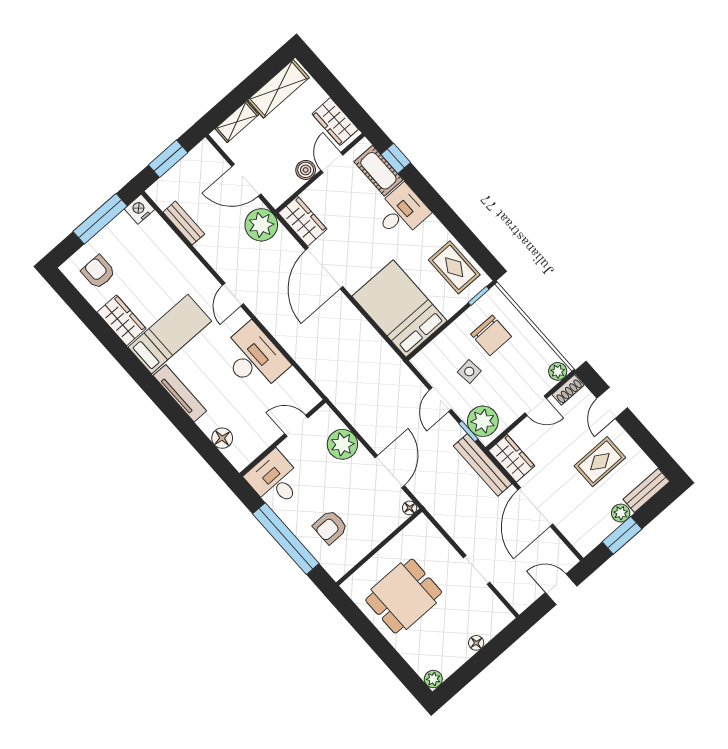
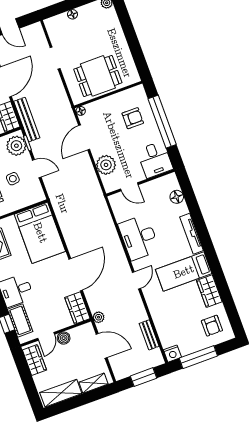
plant: (261, 225) -> (99, 317), width x0.53, depth x0.53
door: (440, 400) -> (37, 169), hinge flipped
dining table: (404, 596) -> (98, 76), moved

